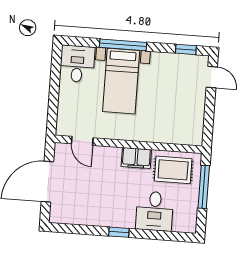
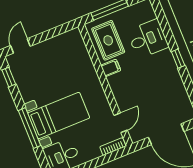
bookcase: (62, 121) -> (113, 147), added
filing cabinet: (136, 158) -> (111, 68), width x0.50

